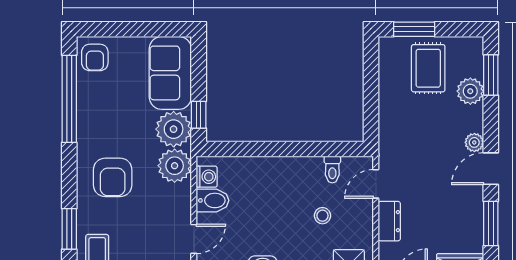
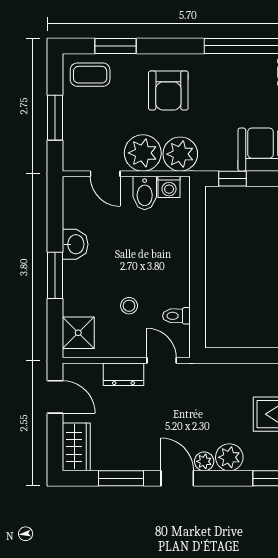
plant: (470, 91) -> (229, 457), moved
plant: (174, 129) -> (143, 153), moved
armchair: (113, 177) -> (168, 90), turned -90

